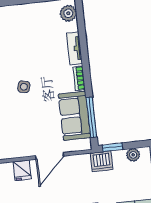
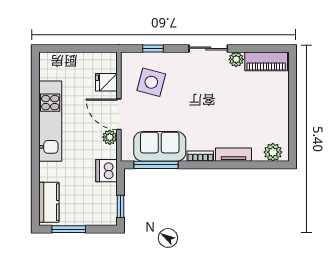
side table: (24, 87) -> (151, 82), moved, width x1.87, depth x1.87
window: (113, 147) -> (121, 206), moved
plant: (133, 155) -> (110, 137), moved

